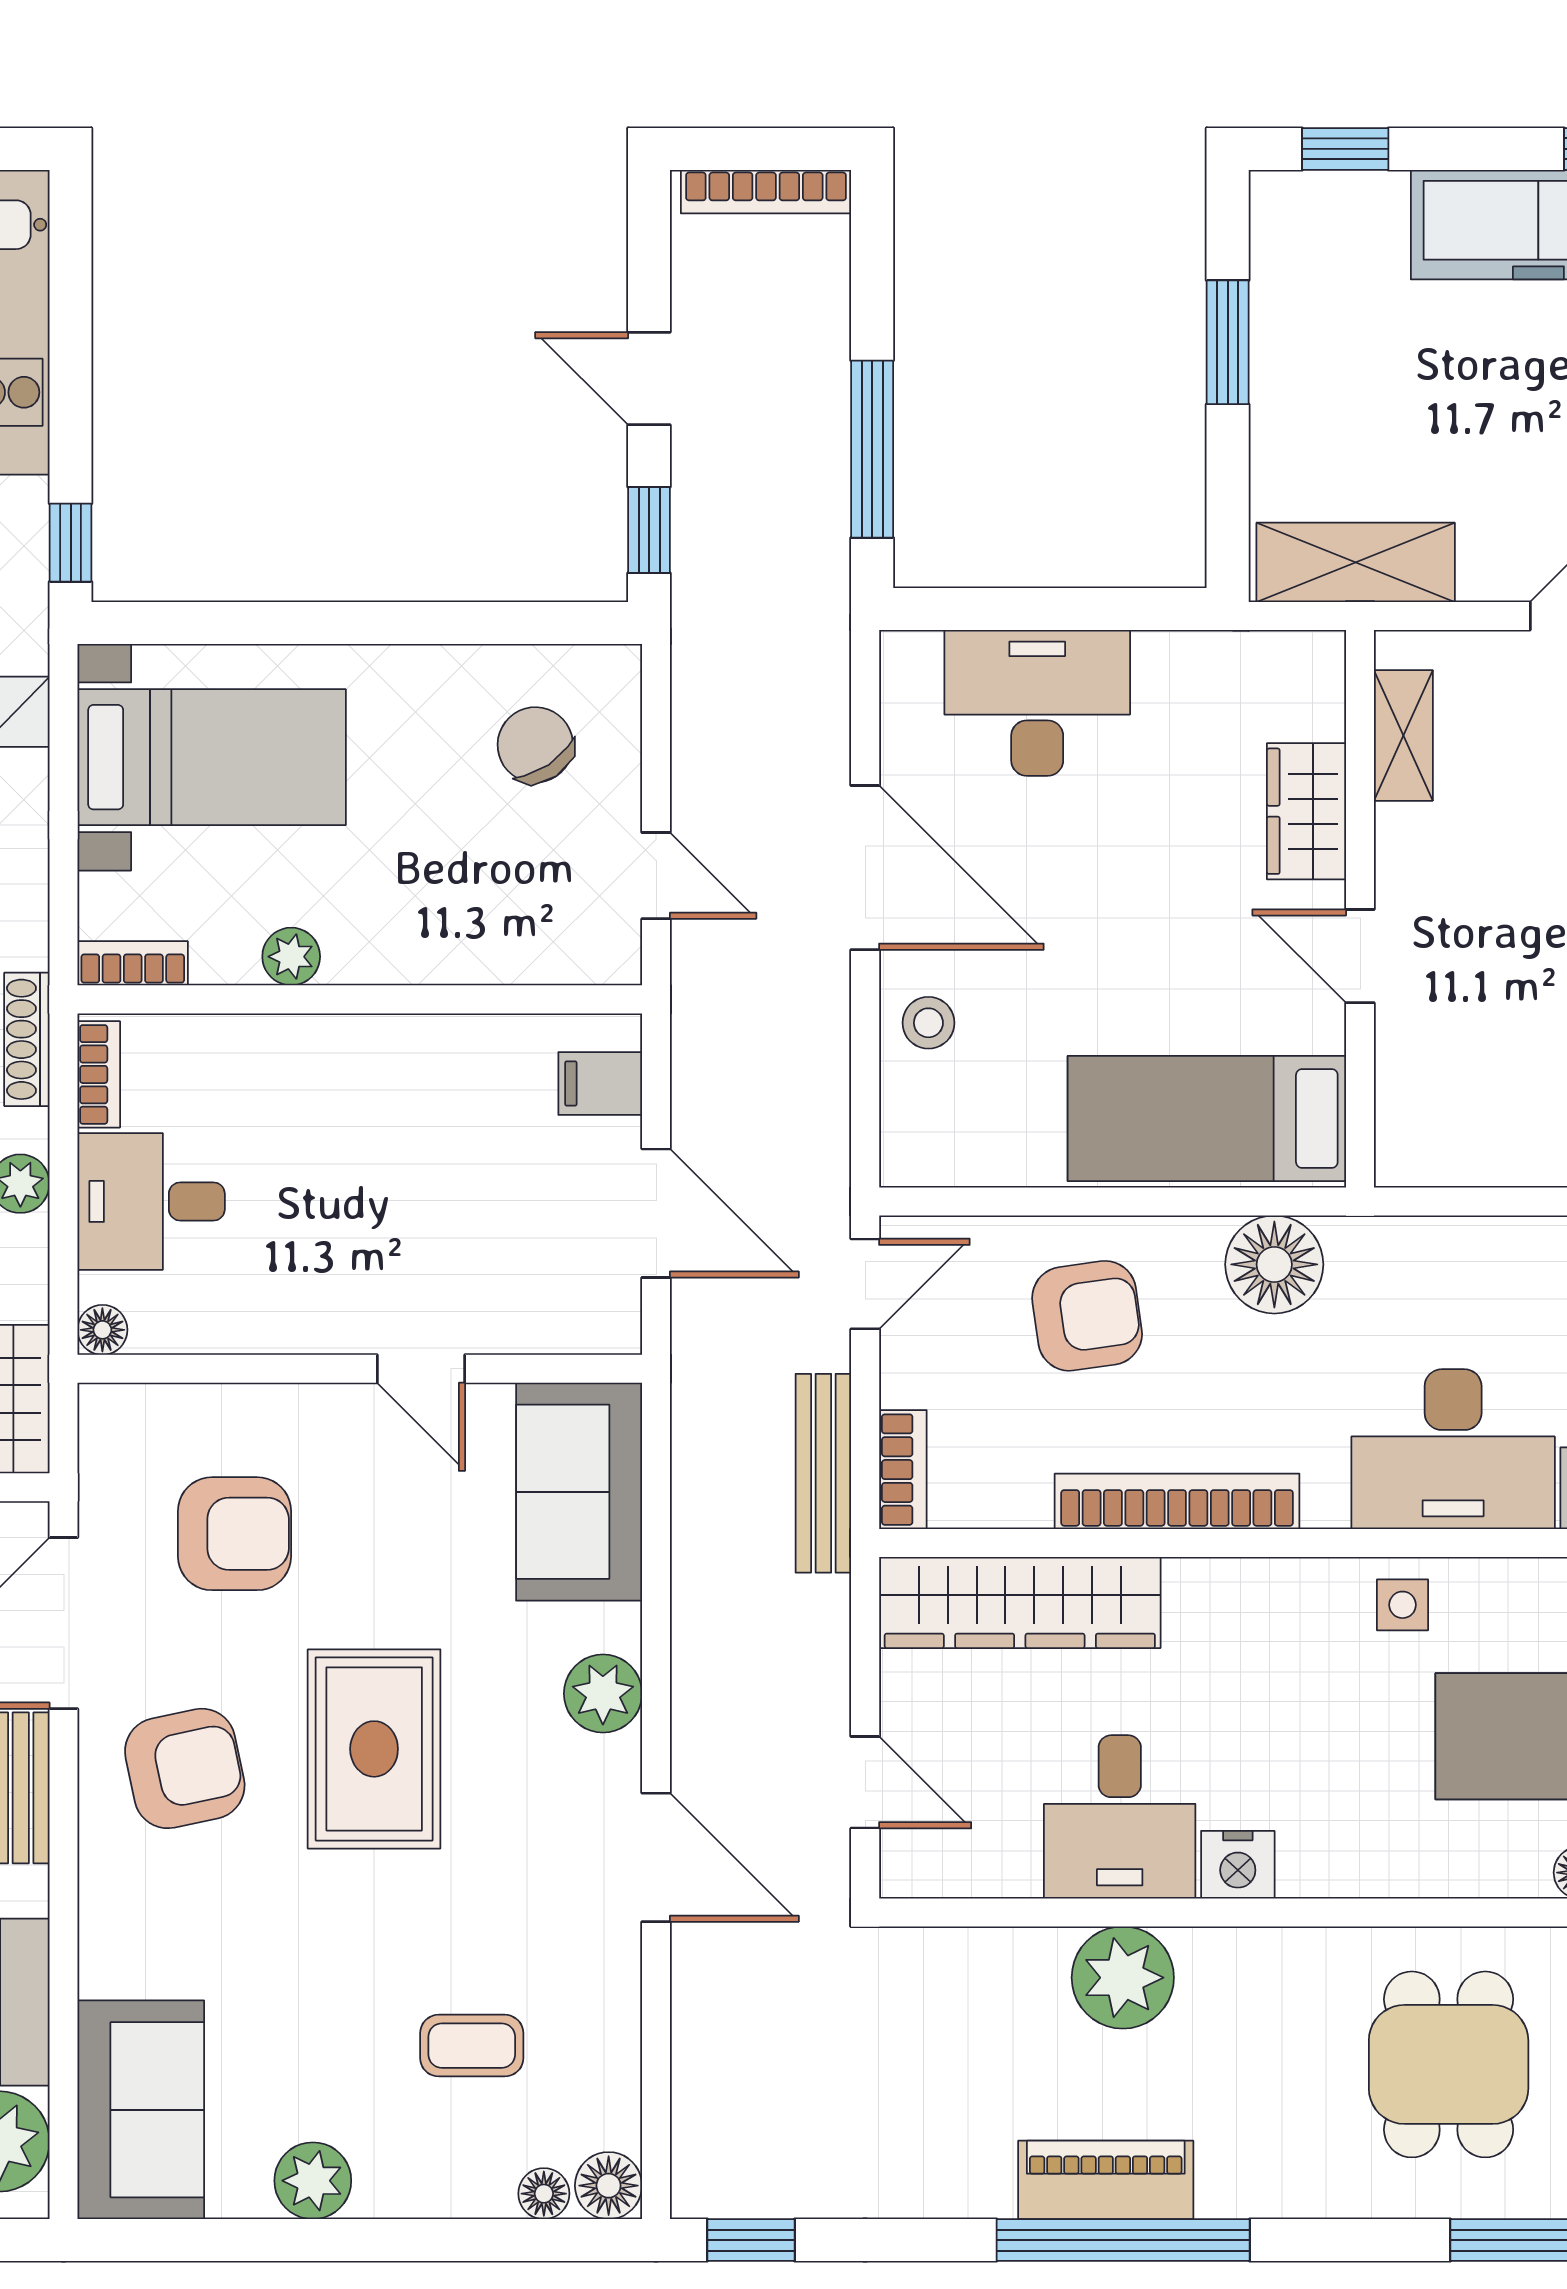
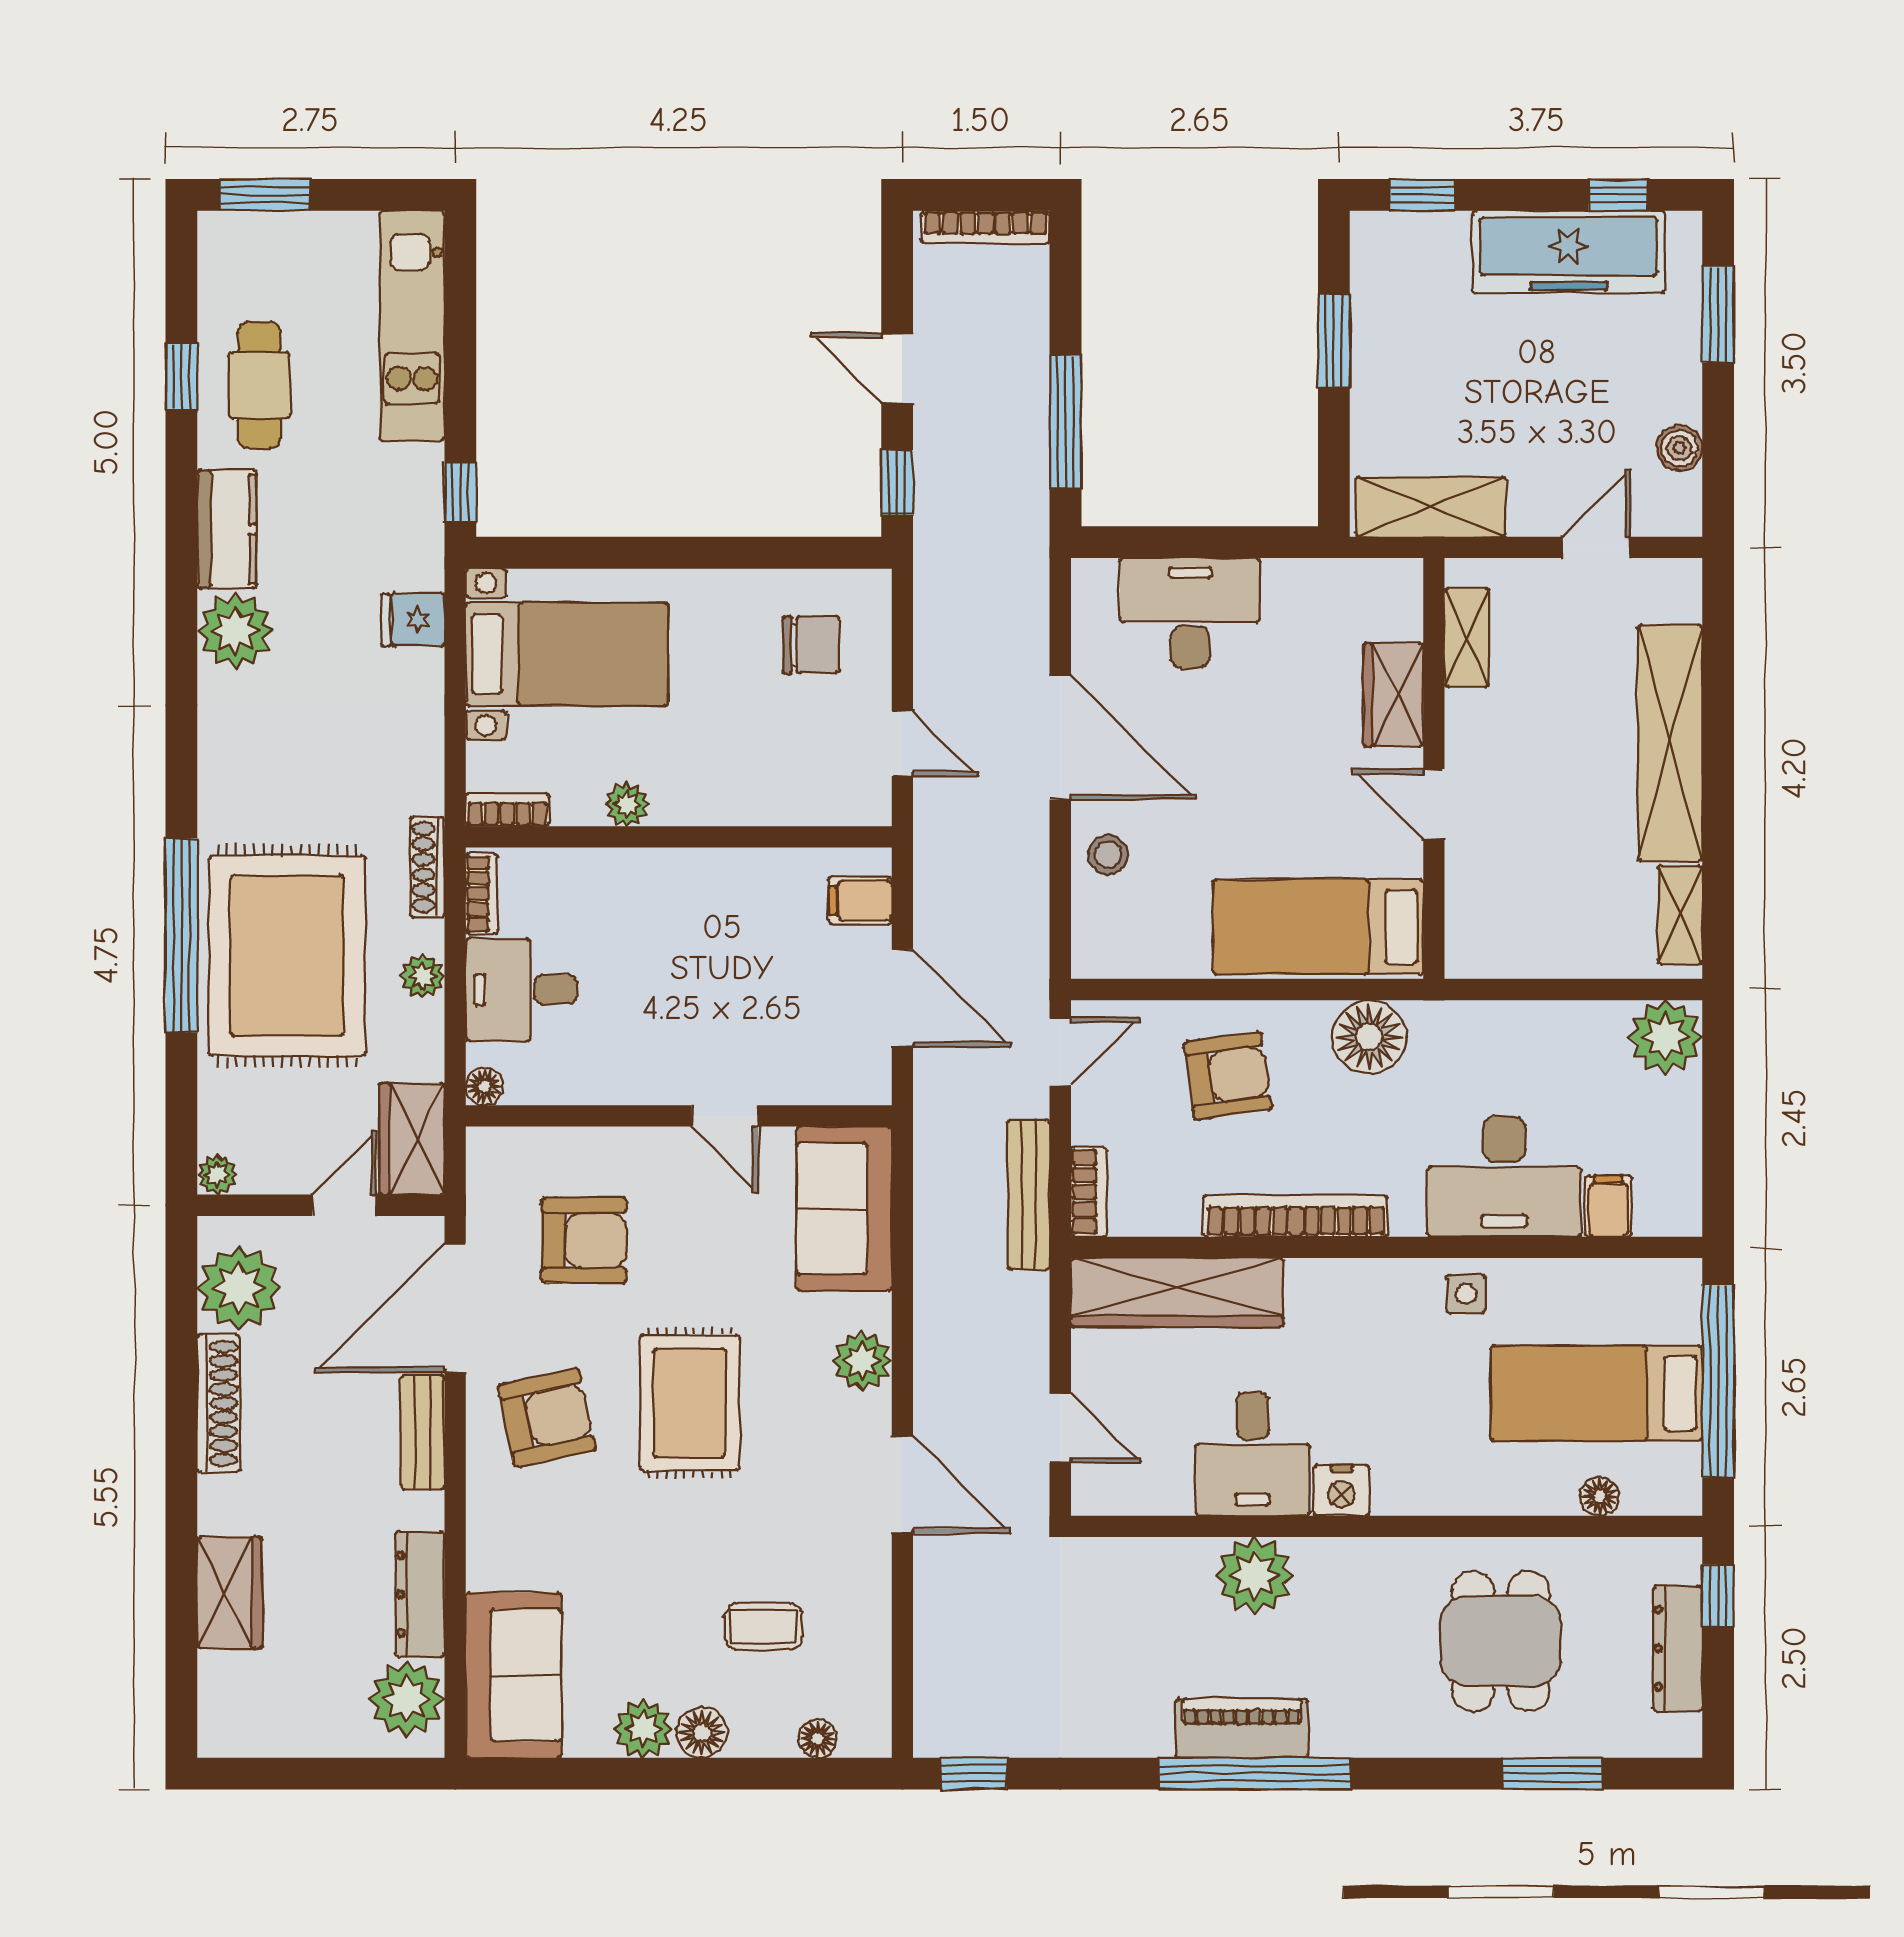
chair: (535, 745) -> (811, 645), turned 124
floor lamp: (609, 2186) -> (702, 1732), moved

